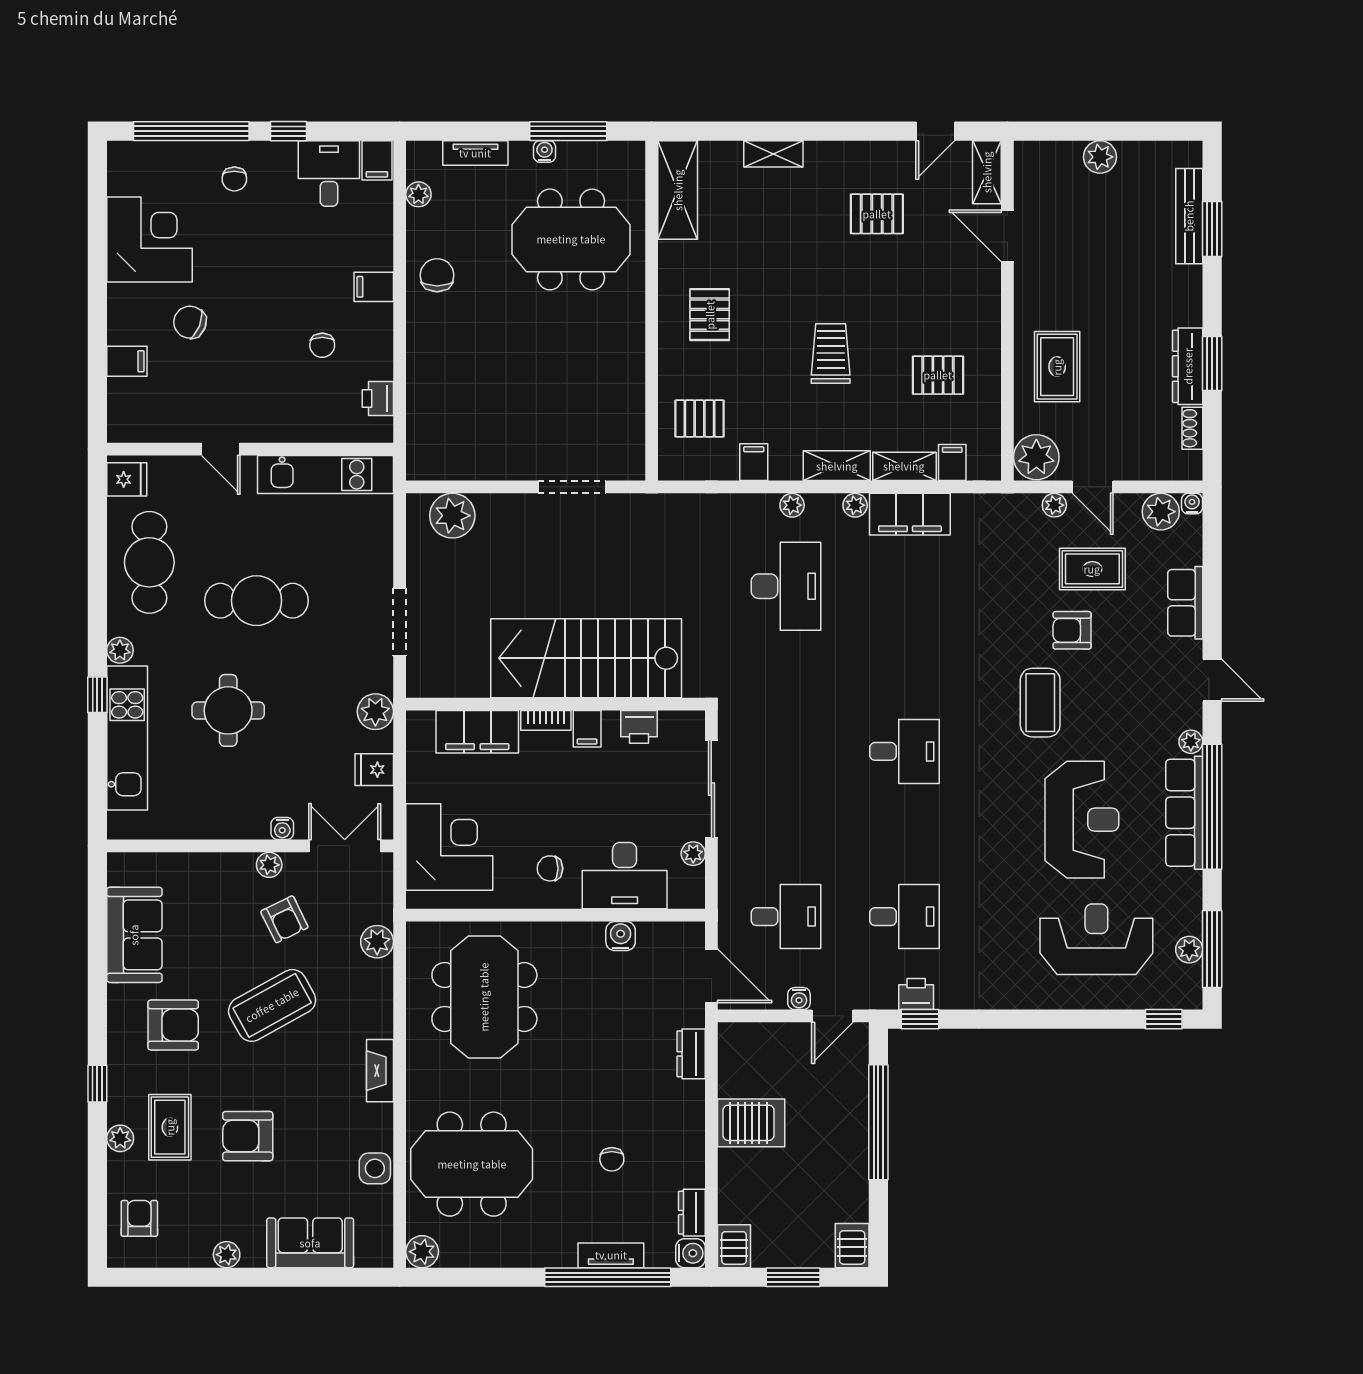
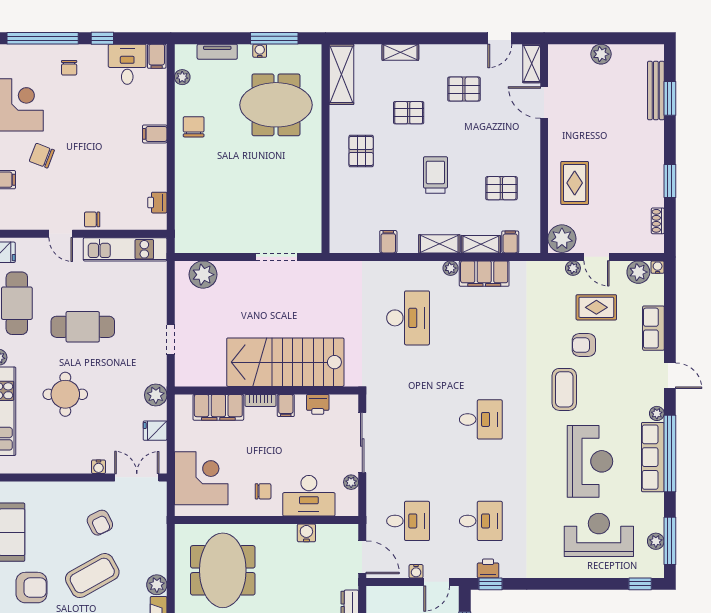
chair: (322, 345) -> (92, 219), moved, turned 90
dresser: (1188, 366) -> (655, 183), removed
pallet: (699, 418) -> (409, 113), moved
plant: (792, 505) -> (412, 268), removed
doorway: (400, 622) -> (171, 340), width x0.73
plant: (269, 865) -> (91, 489), removed
chair: (550, 868) -> (263, 491), turned 180
plant: (377, 942) -> (157, 585), moved

